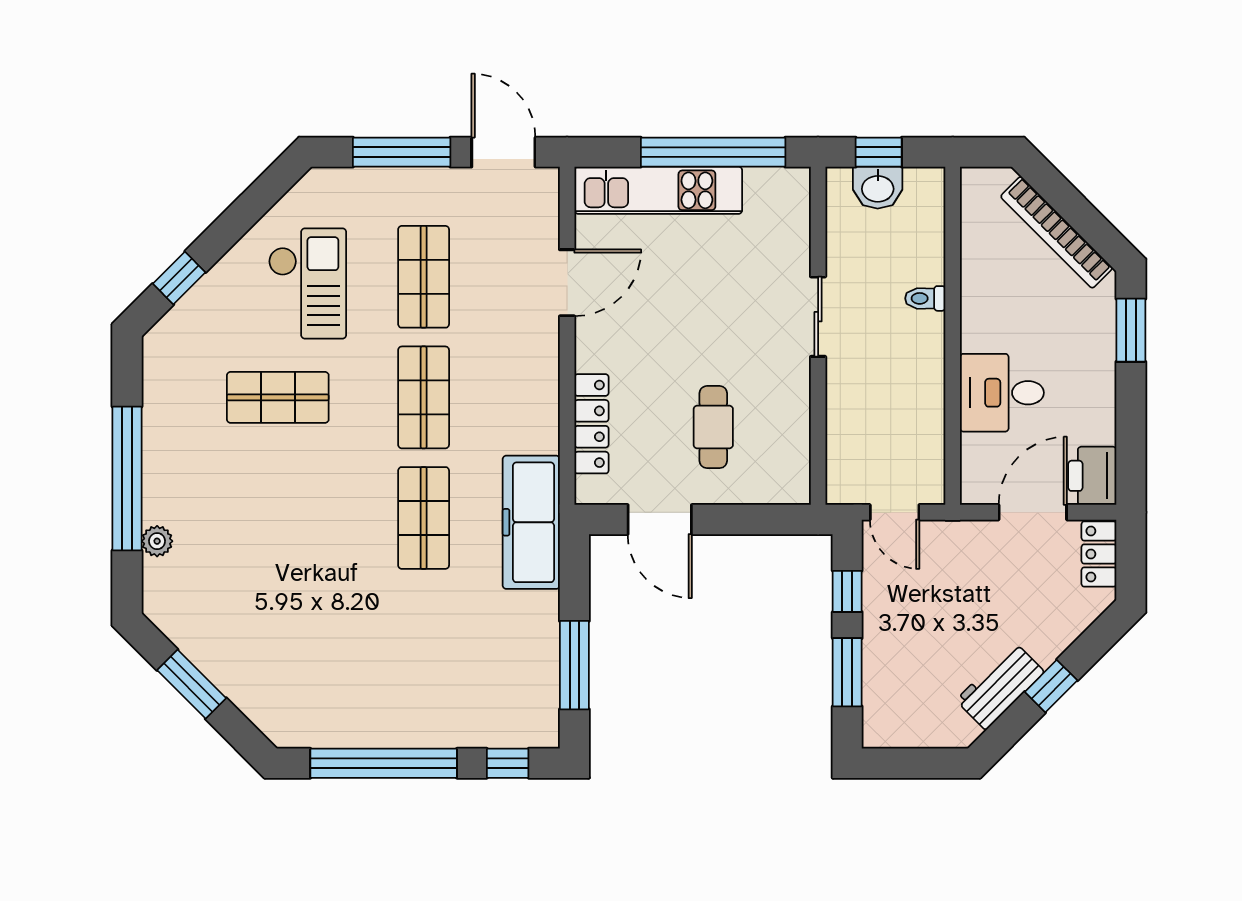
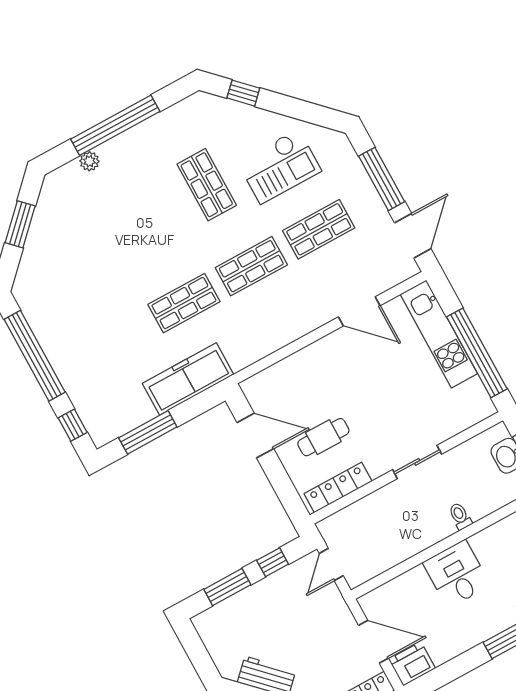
desk: (1002, 393) -> (457, 574), moved
locker: (592, 424) -> (338, 487), moved, turned 180
door: (660, 520) -> (255, 436), swing flipped
freezer: (531, 522) -> (188, 379), moved

